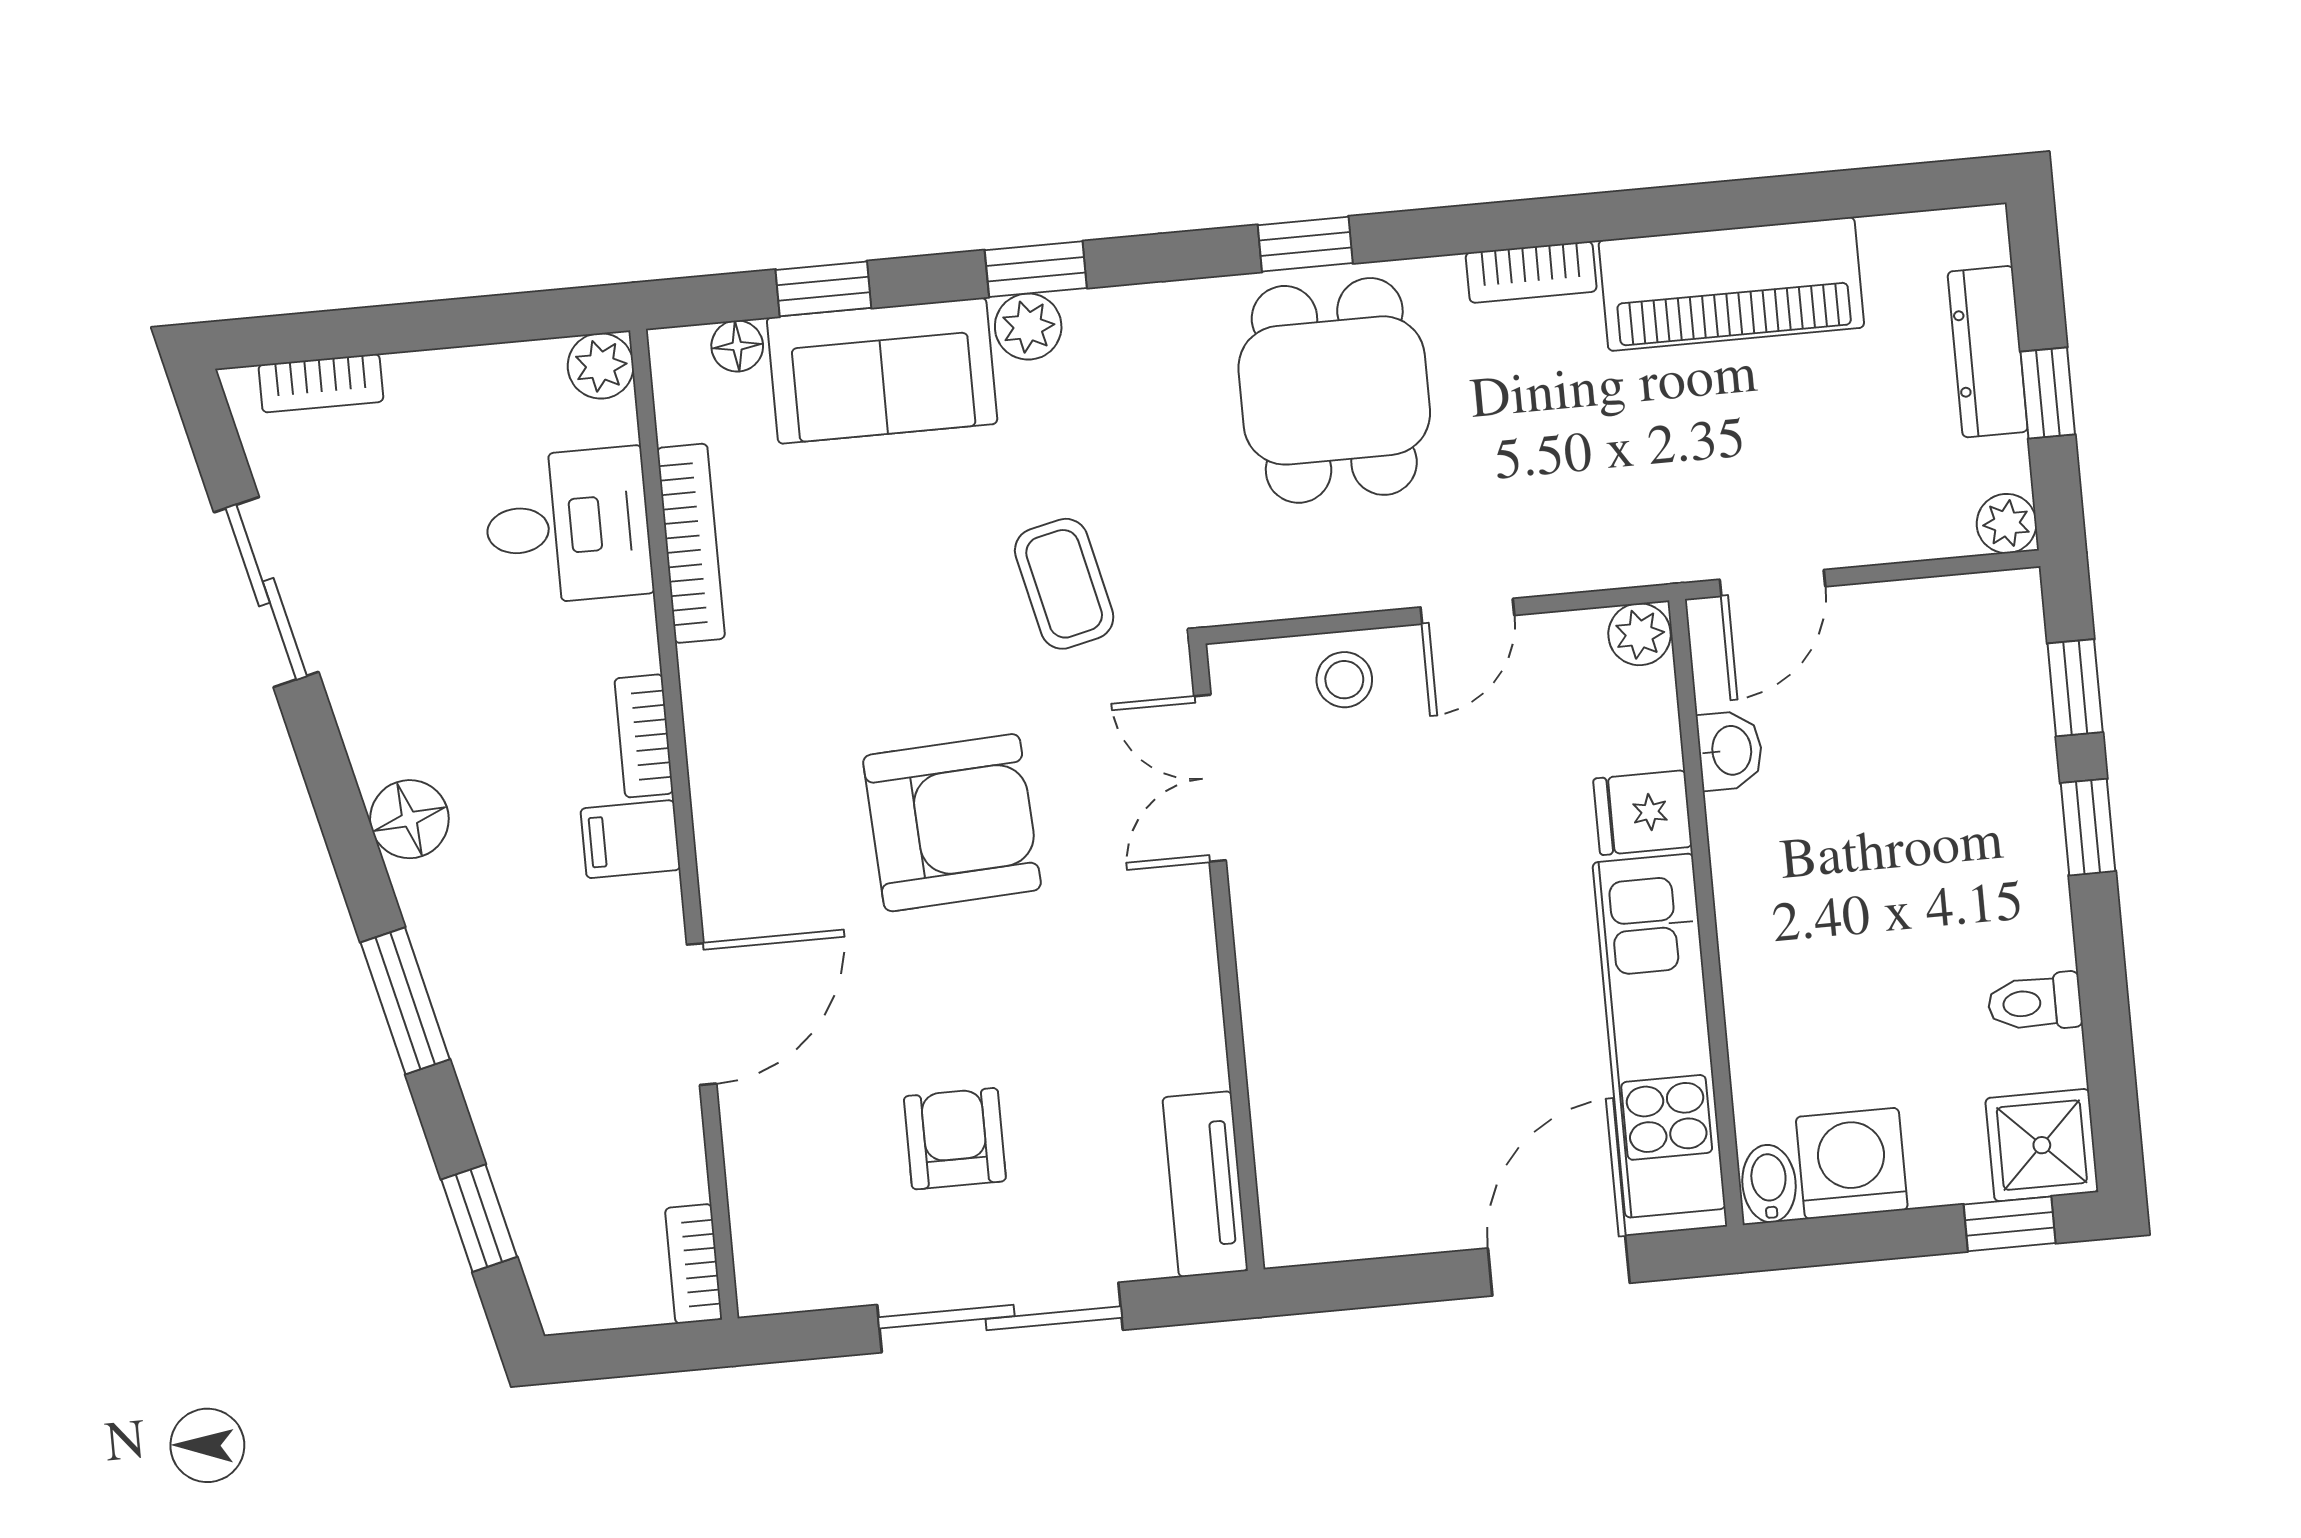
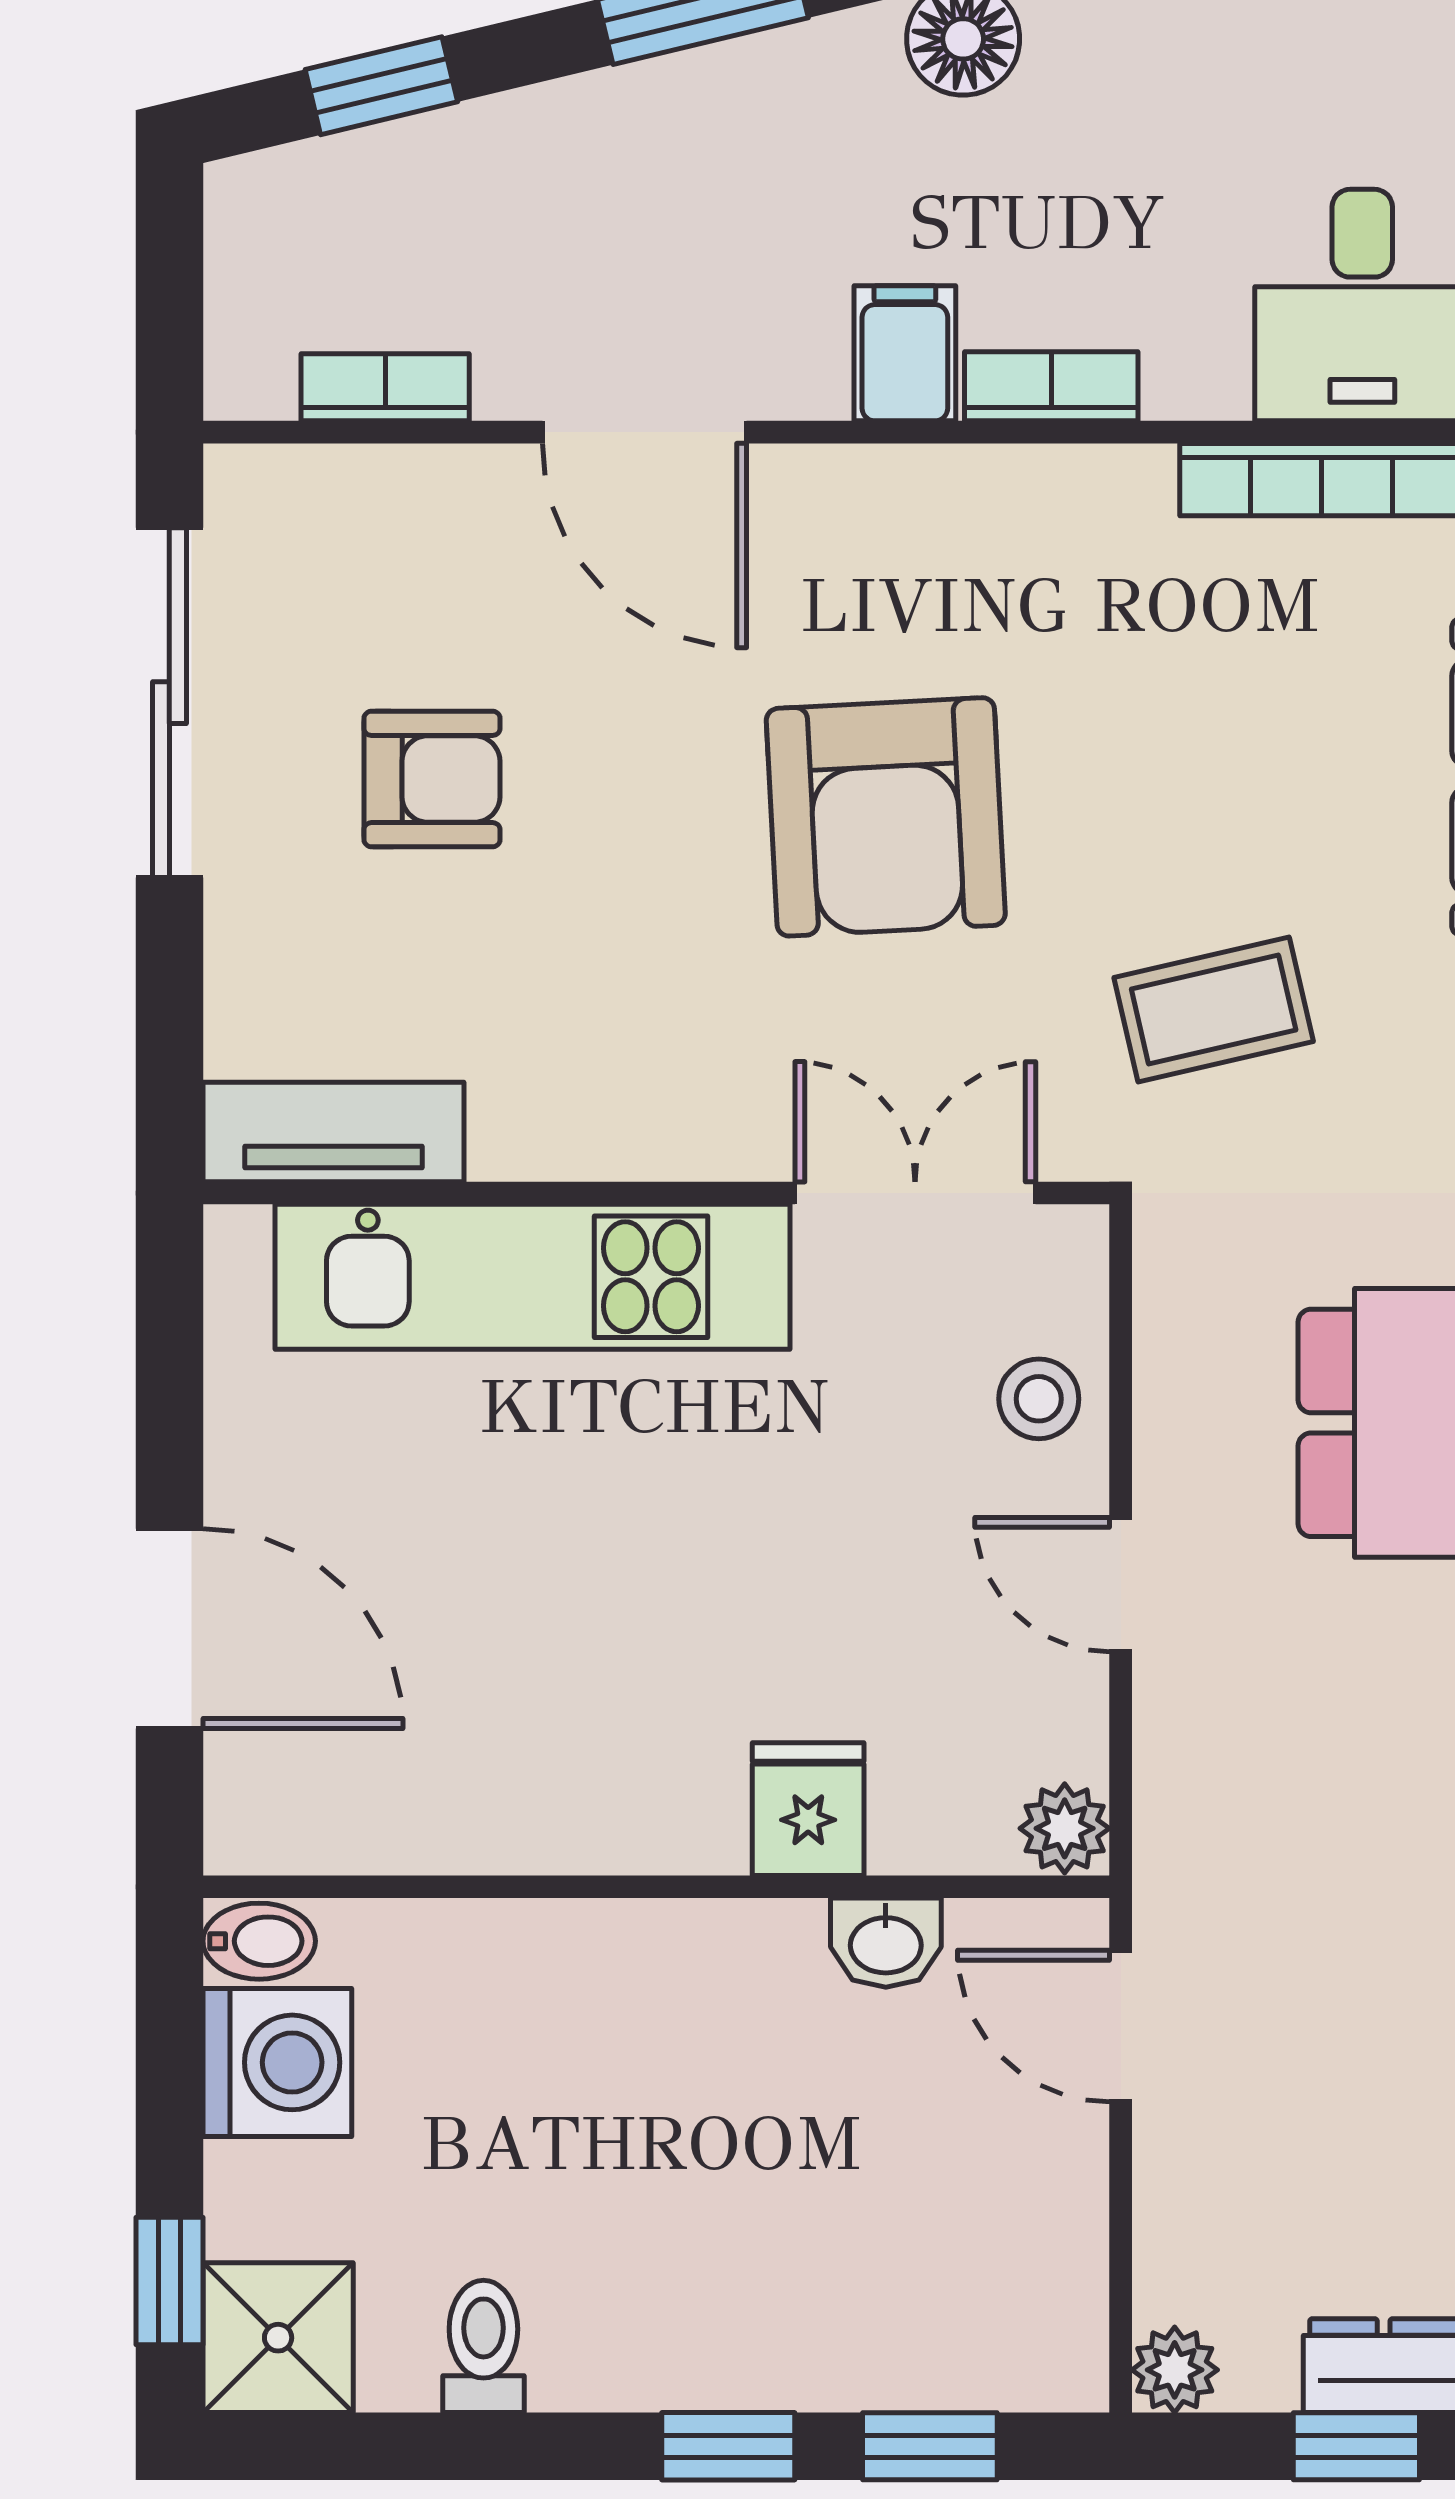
kitchen unit: (1659, 1036) -> (533, 1277), moved, turned 180
bookcase: (694, 1264) -> (385, 387), moved
sliding door: (1000, 1317) -> (169, 703), moved

